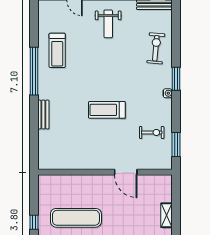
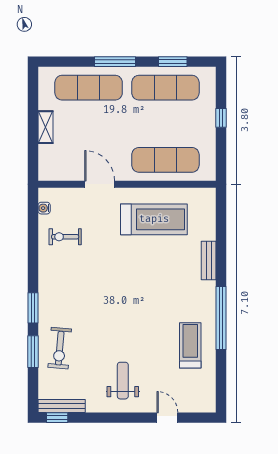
water cooler: (168, 93) -> (44, 208), moved
treadmill: (107, 110) -> (154, 219), moved, width x1.37, depth x1.38
window: (176, 145) -> (33, 352), moved
exercise mat: (76, 218) -> (165, 160), moved

